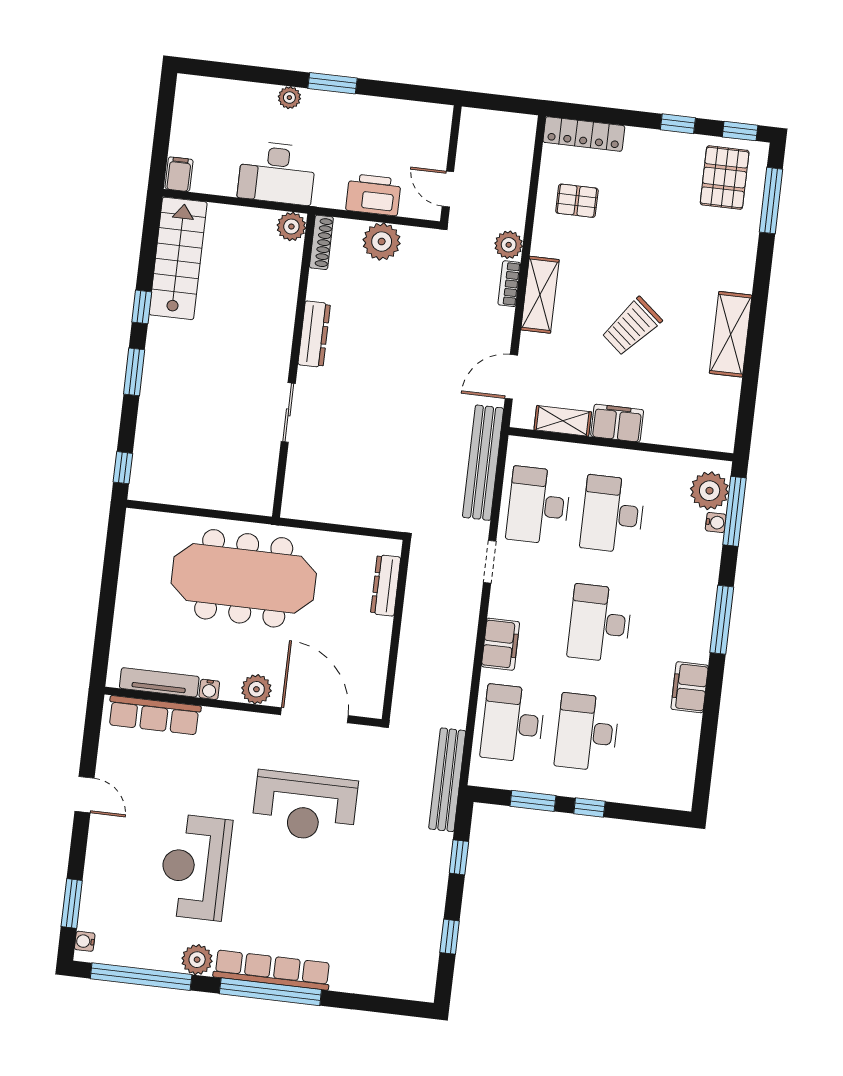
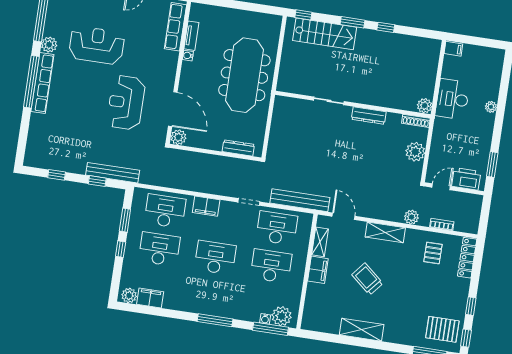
window: (332, 83) -> (492, 164), moved
printer: (373, 195) -> (466, 179), moved, turned -90
stairs: (178, 258) -> (325, 34), moved
bookcase: (509, 284) -> (442, 224), moved
tv unit: (159, 682) -> (191, 36), width x0.71
filing cabinet: (690, 687) -> (150, 298), moved
plant: (256, 689) -> (178, 137), moved
door: (314, 715) -> (173, 109), hinge flipped
bench: (447, 780) -> (113, 173), moved
plant: (679, 788) -> (129, 296), added

